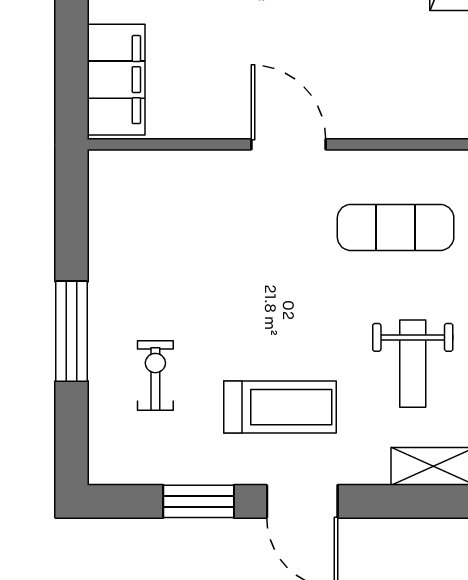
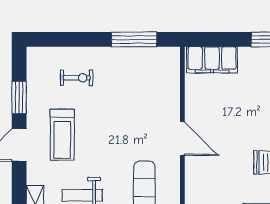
door: (289, 144) -> (182, 139), hinge flipped
window: (72, 331) -> (134, 39), moved

